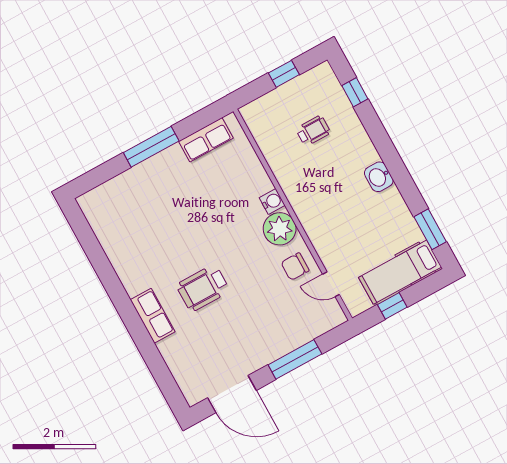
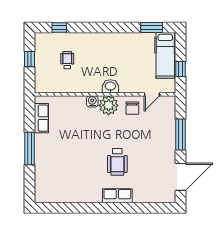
washbasin: (379, 177) -> (110, 86), moved, turned 180

